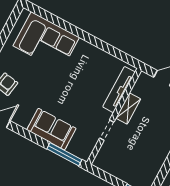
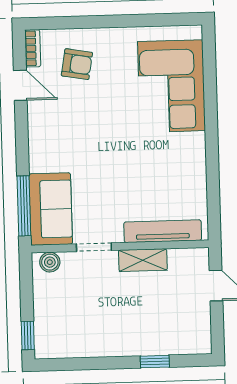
sofa: (51, 129) -> (51, 209), moved
boiler: (101, 158) -> (50, 262), added

